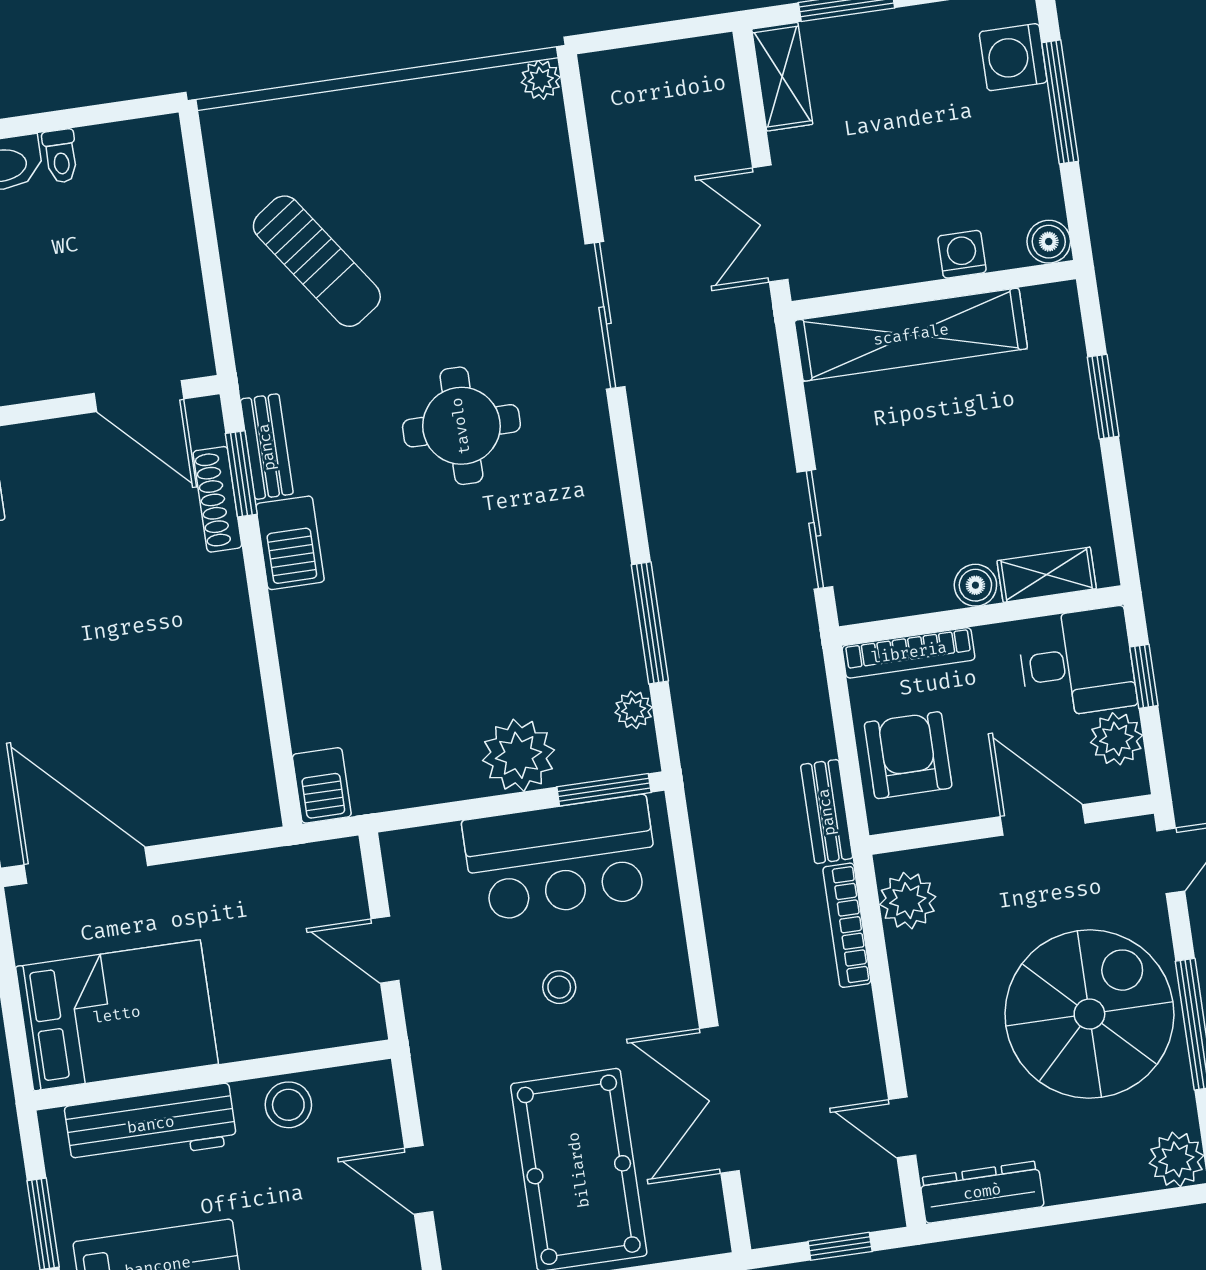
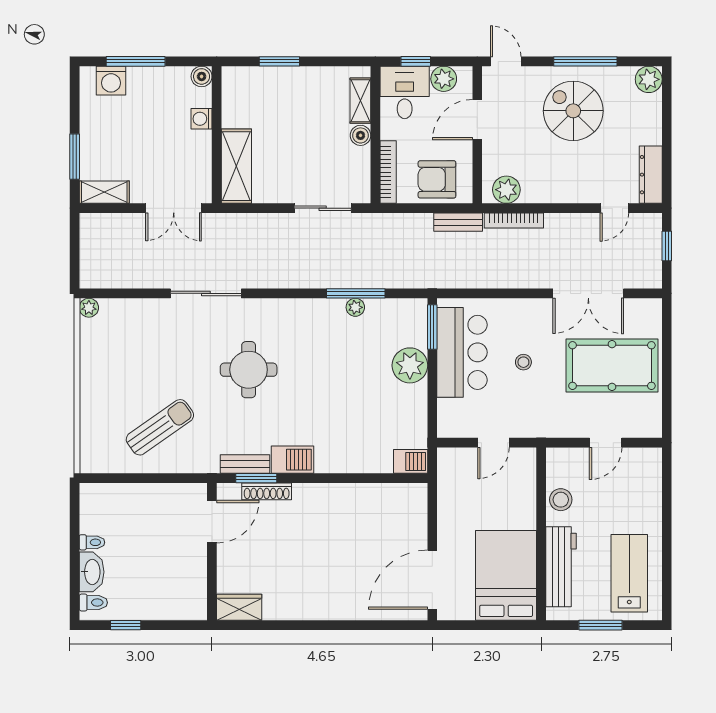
shelving: (911, 335) -> (236, 166), width x0.68
plant: (634, 710) -> (355, 307), moved
spiral stairs: (1089, 1014) -> (573, 111), width x0.73, depth x0.73

